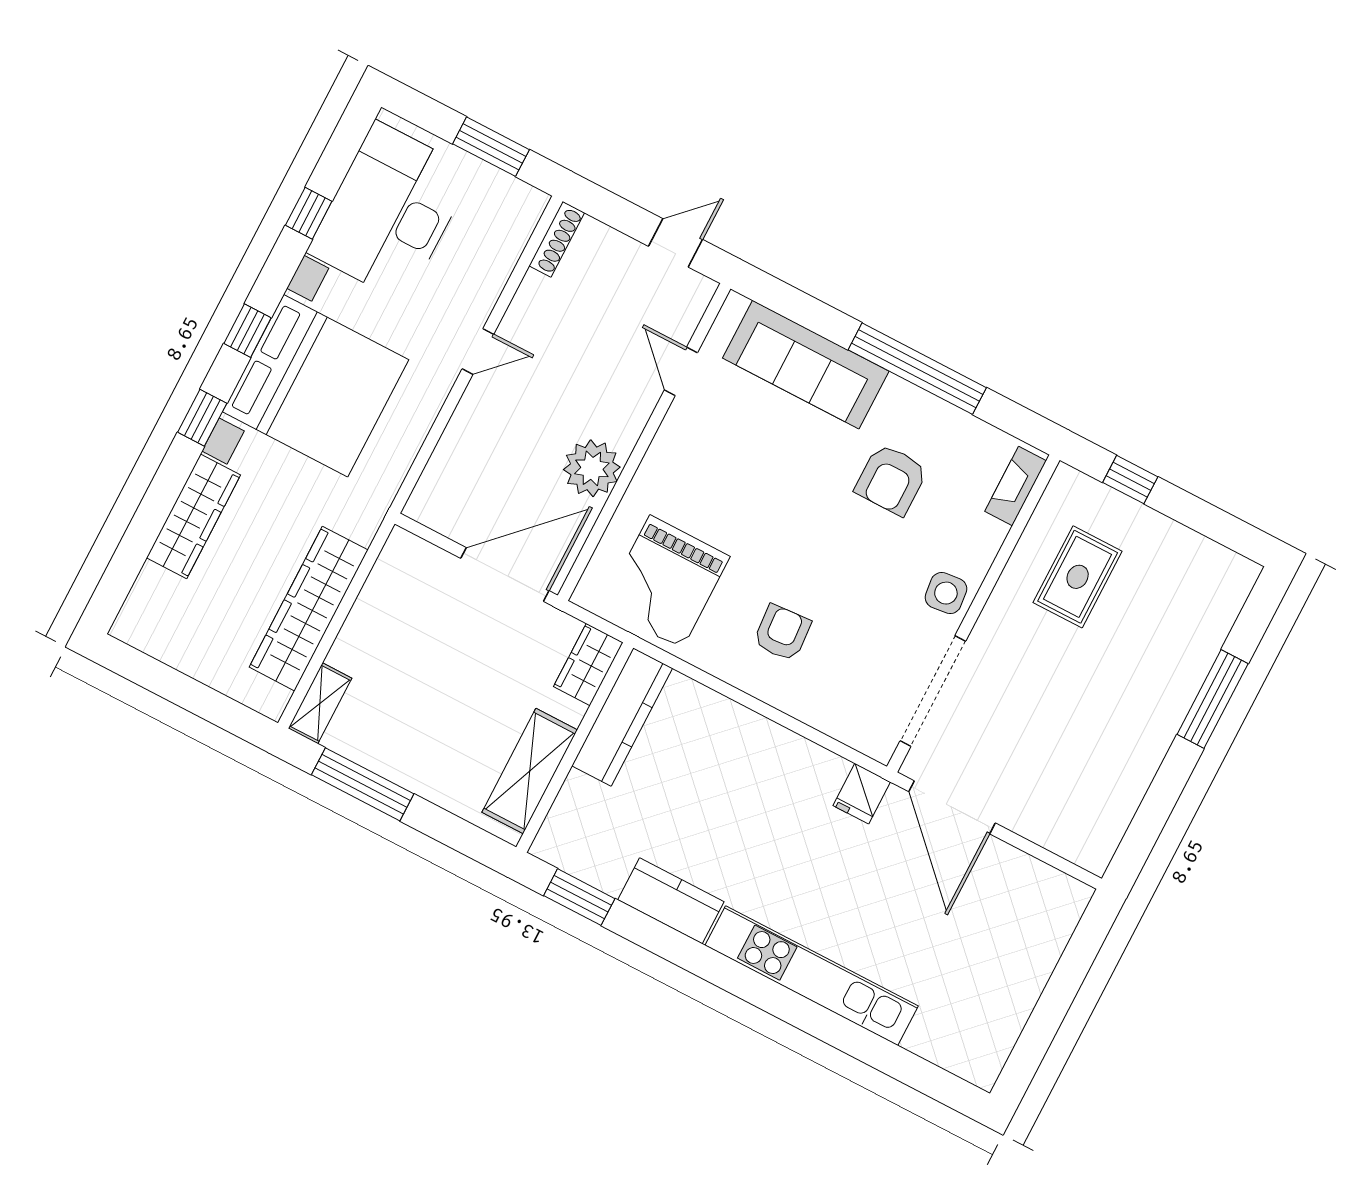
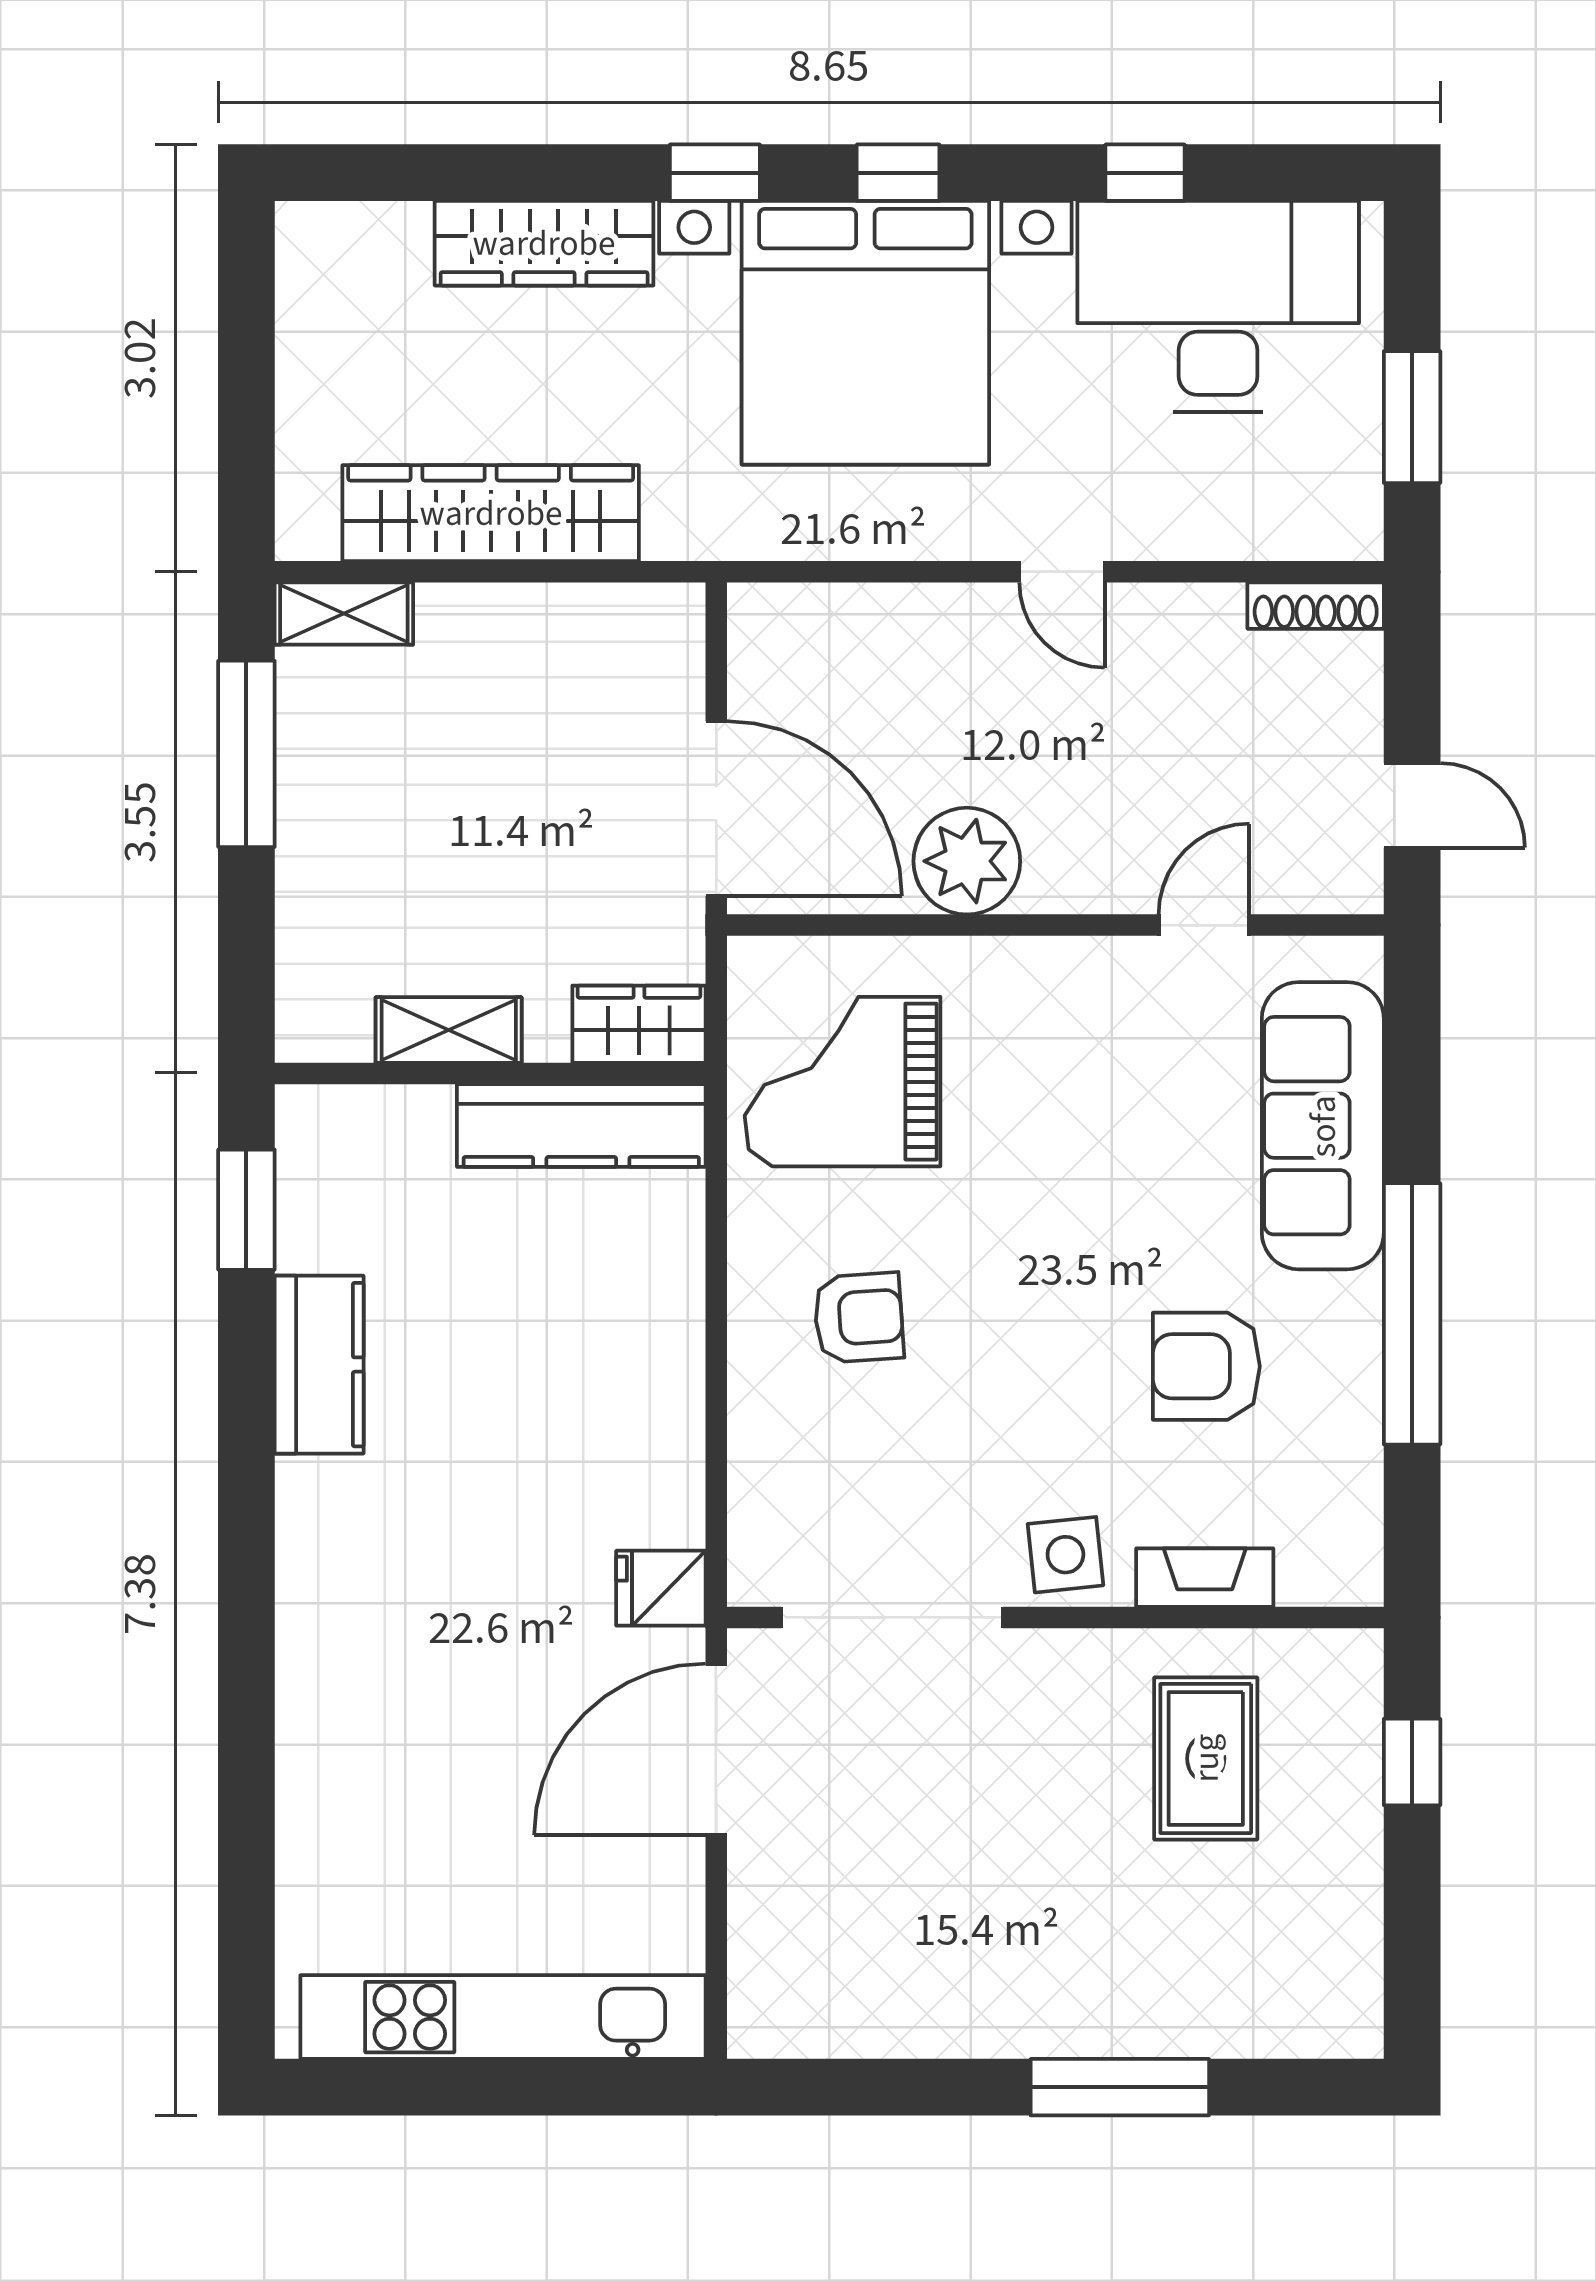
fireplace: (1015, 486) -> (1205, 1578), moved
rug: (1078, 577) -> (1206, 1758), turned 90
shelving: (530, 771) -> (449, 1030), width x0.67, depth x0.75
kitchen unit: (812, 976) -> (503, 2017), moved, turned -90

